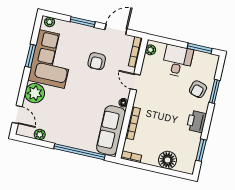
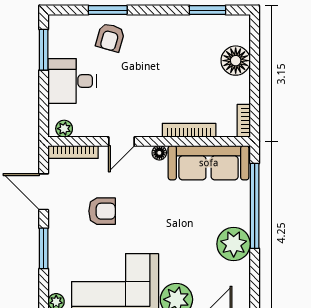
armchair: (198, 89) -> (110, 37), turned 90
printer: (196, 122) -> (163, 28), removed
plant: (40, 135) -> (234, 244), moved, width x1.87, depth x1.87

